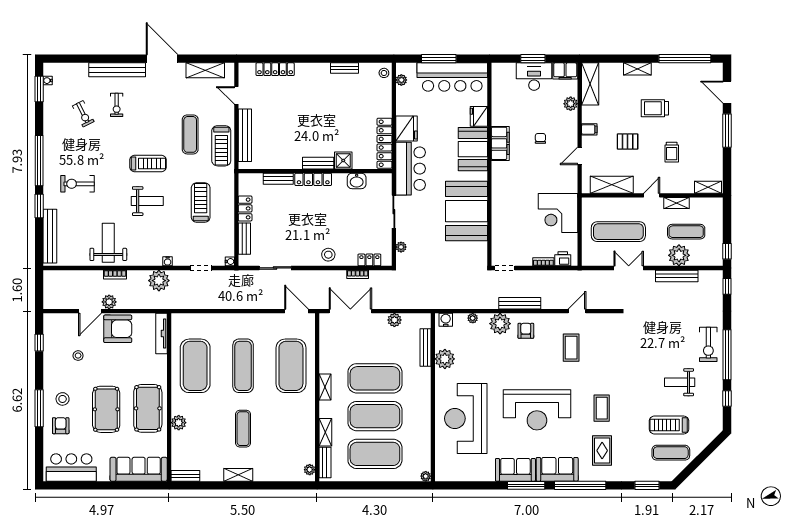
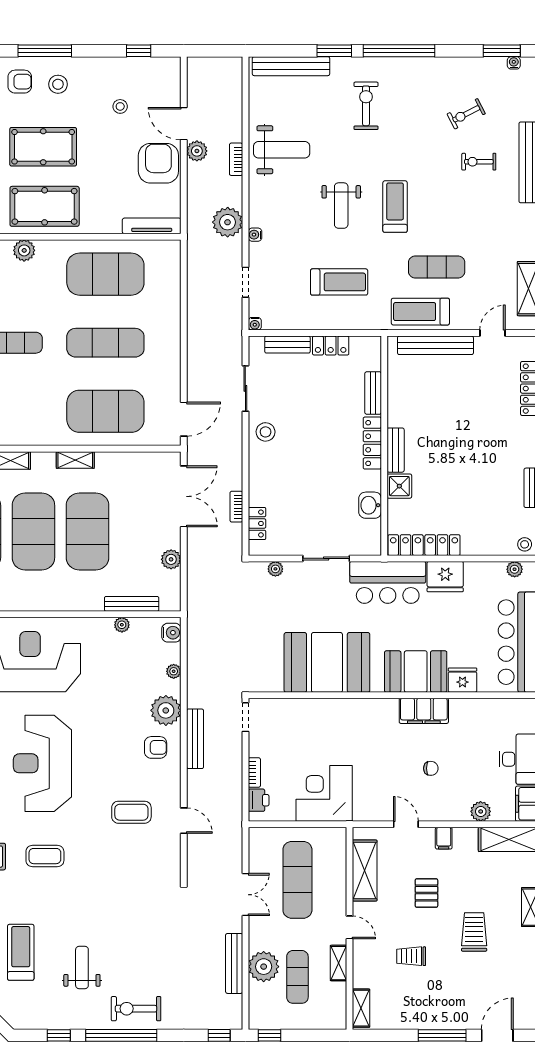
treadmill: (148, 163) -> (395, 207), turned 180
stool: (328, 255) -> (266, 432), moved
armchair: (118, 329) -> (158, 163), turned 180
plant: (445, 359) -> (122, 625), width x0.53, depth x0.53

